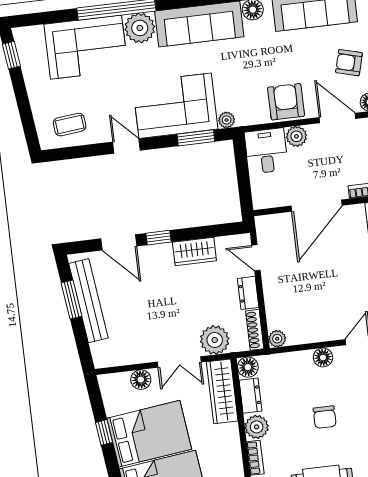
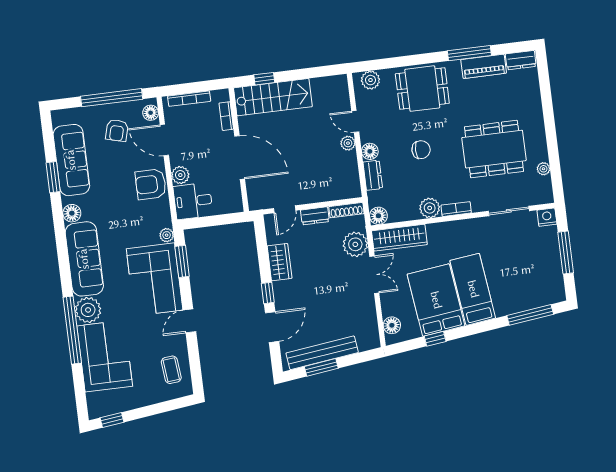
door: (337, 118) -> (164, 140), hinge flipped
plant: (277, 339) -> (348, 143), moved
floor lamp: (141, 380) -> (392, 325), moved
dresser: (251, 396) -> (373, 175), moved, turned 90

